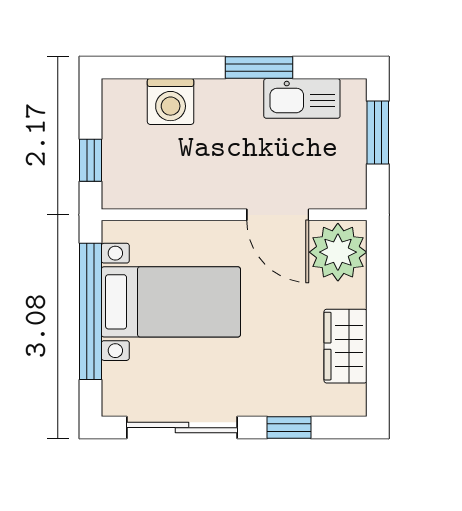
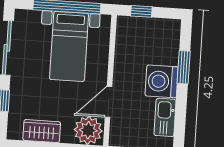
window: (259, 67) -> (184, 67), moved
washing machine: (171, 101) -> (162, 81), moved, width x1.37, depth x1.37

